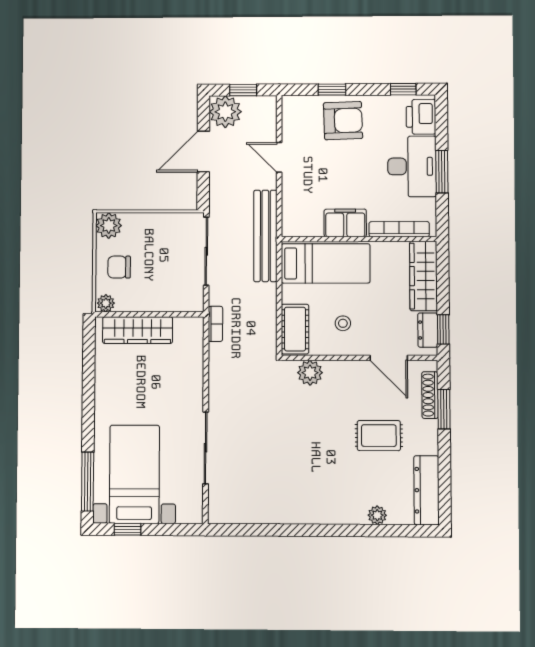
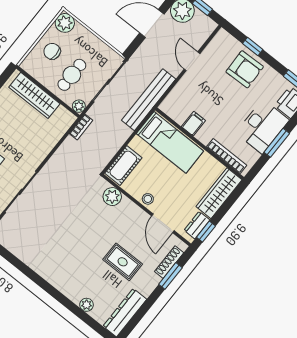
filing cabinet: (345, 223) -> (193, 124), width x0.50
cafe table: (161, 275) -> (72, 75), added
plant: (106, 303) -> (79, 106), moved
stool: (343, 323) -> (148, 199), moved

